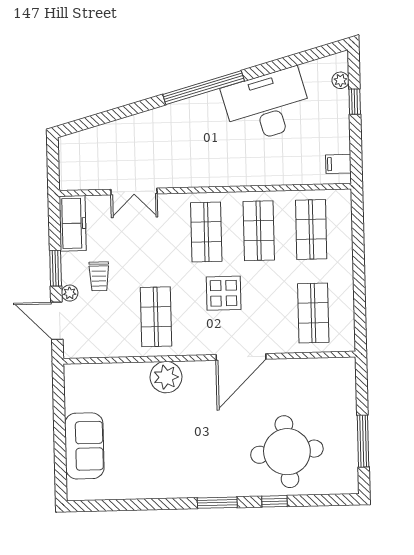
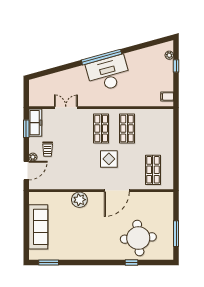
desk: (267, 106) -> (108, 73), moved
double door: (134, 192) -> (66, 108), swing flipped
shop shelf: (311, 229) -> (153, 128), removed
window: (56, 268) -> (26, 129), moved
shop shelf: (156, 317) -> (75, 170), removed
door: (57, 321) -> (26, 171), swing flipped
sofa: (84, 446) -> (38, 227), width x1.36
window: (217, 503) -> (49, 262), moved

